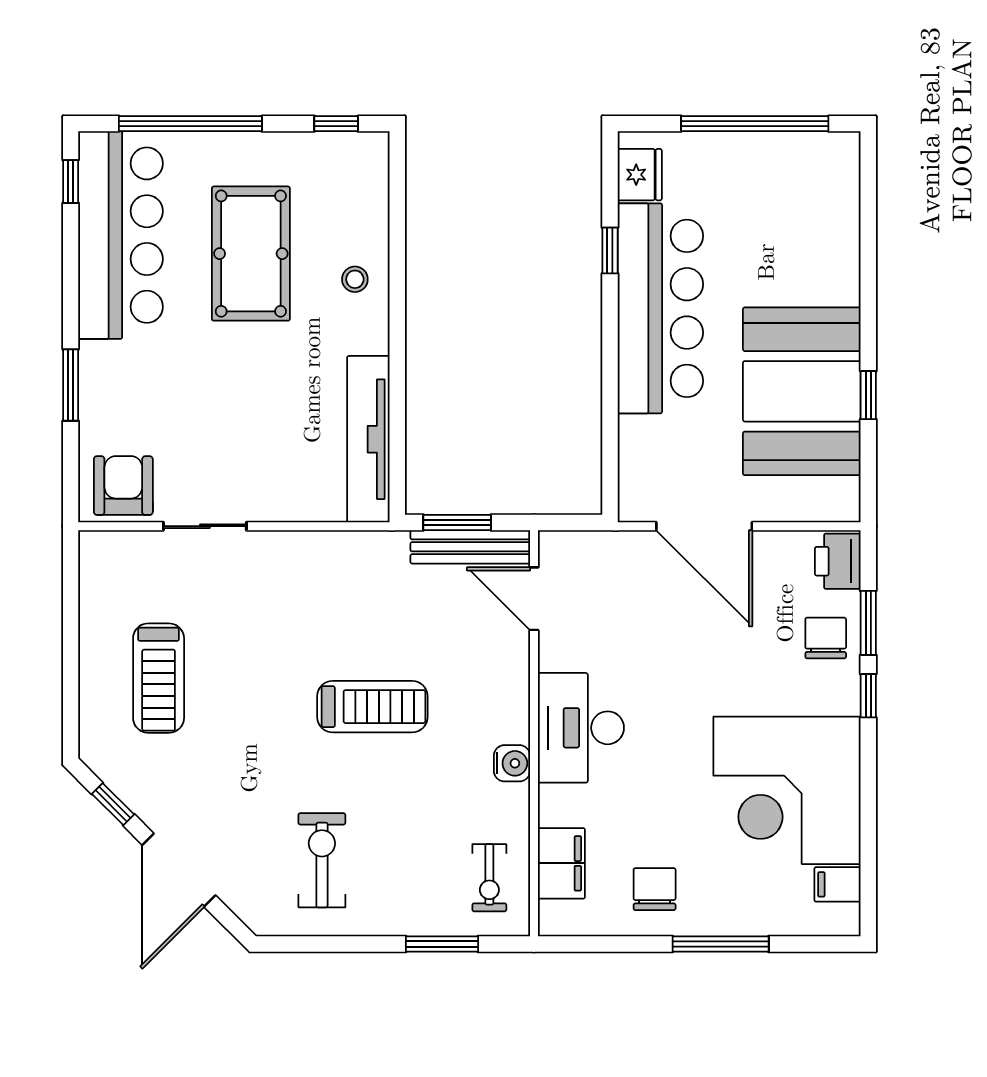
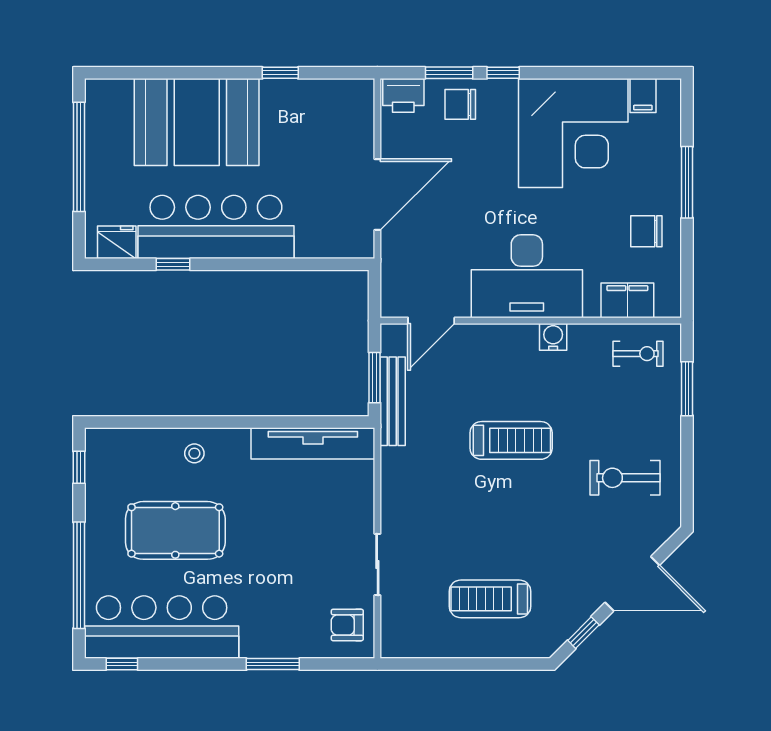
booth: (802, 391) -> (197, 122), moved
armchair: (123, 486) -> (347, 625), width x0.72, depth x0.72
bench: (470, 547) -> (393, 401), moved
treadmill: (159, 678) -> (490, 599), turned 180
treadmill: (372, 707) -> (511, 440), turned 90
desk: (581, 728) -> (527, 276), width x1.36, depth x1.30

